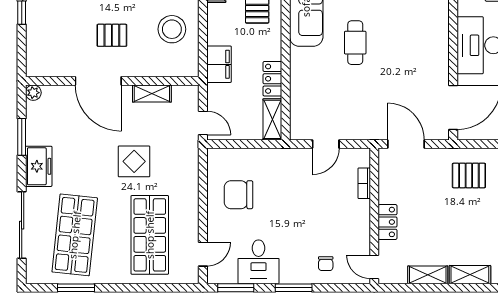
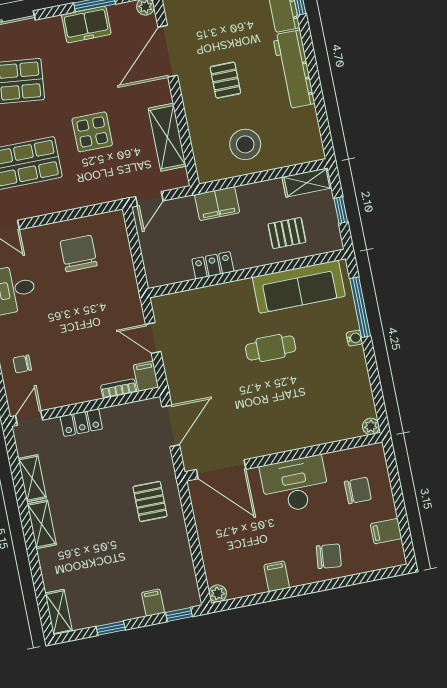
door: (98, 81) -> (168, 51), moved
shelving: (152, 94) -> (167, 137), width x1.50, depth x1.33
shelving: (272, 119) -> (168, 274), removed
filing cabinet: (358, 157) -> (146, 376), added
freezer: (39, 166) -> (86, 25), moved

